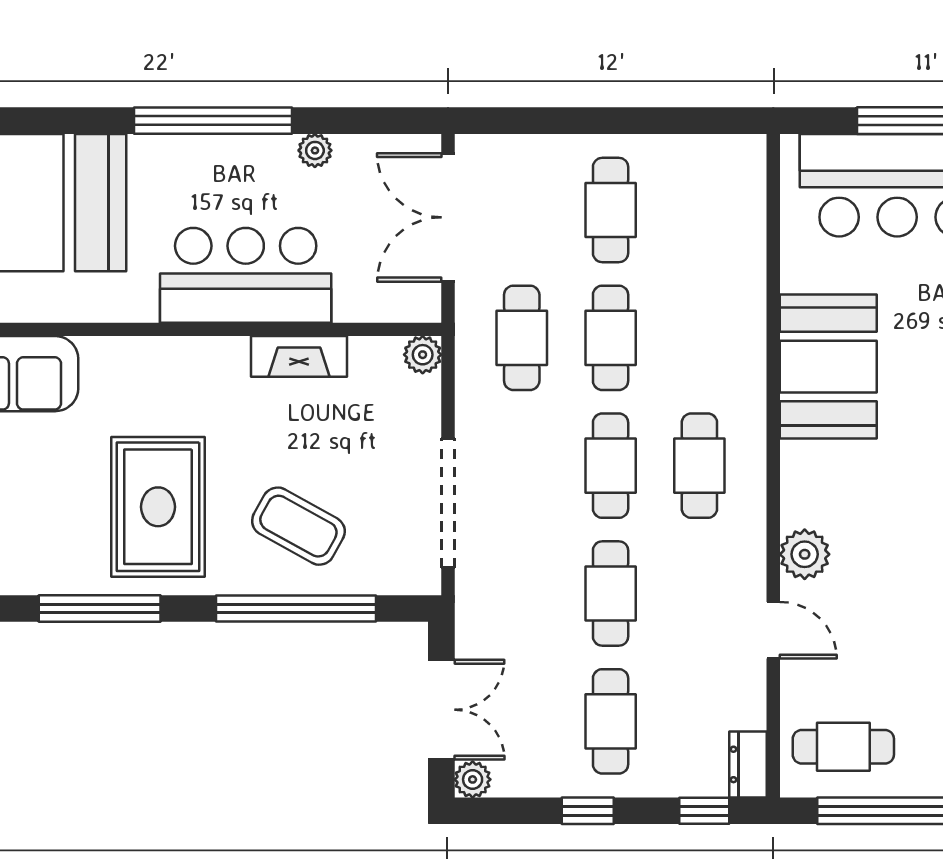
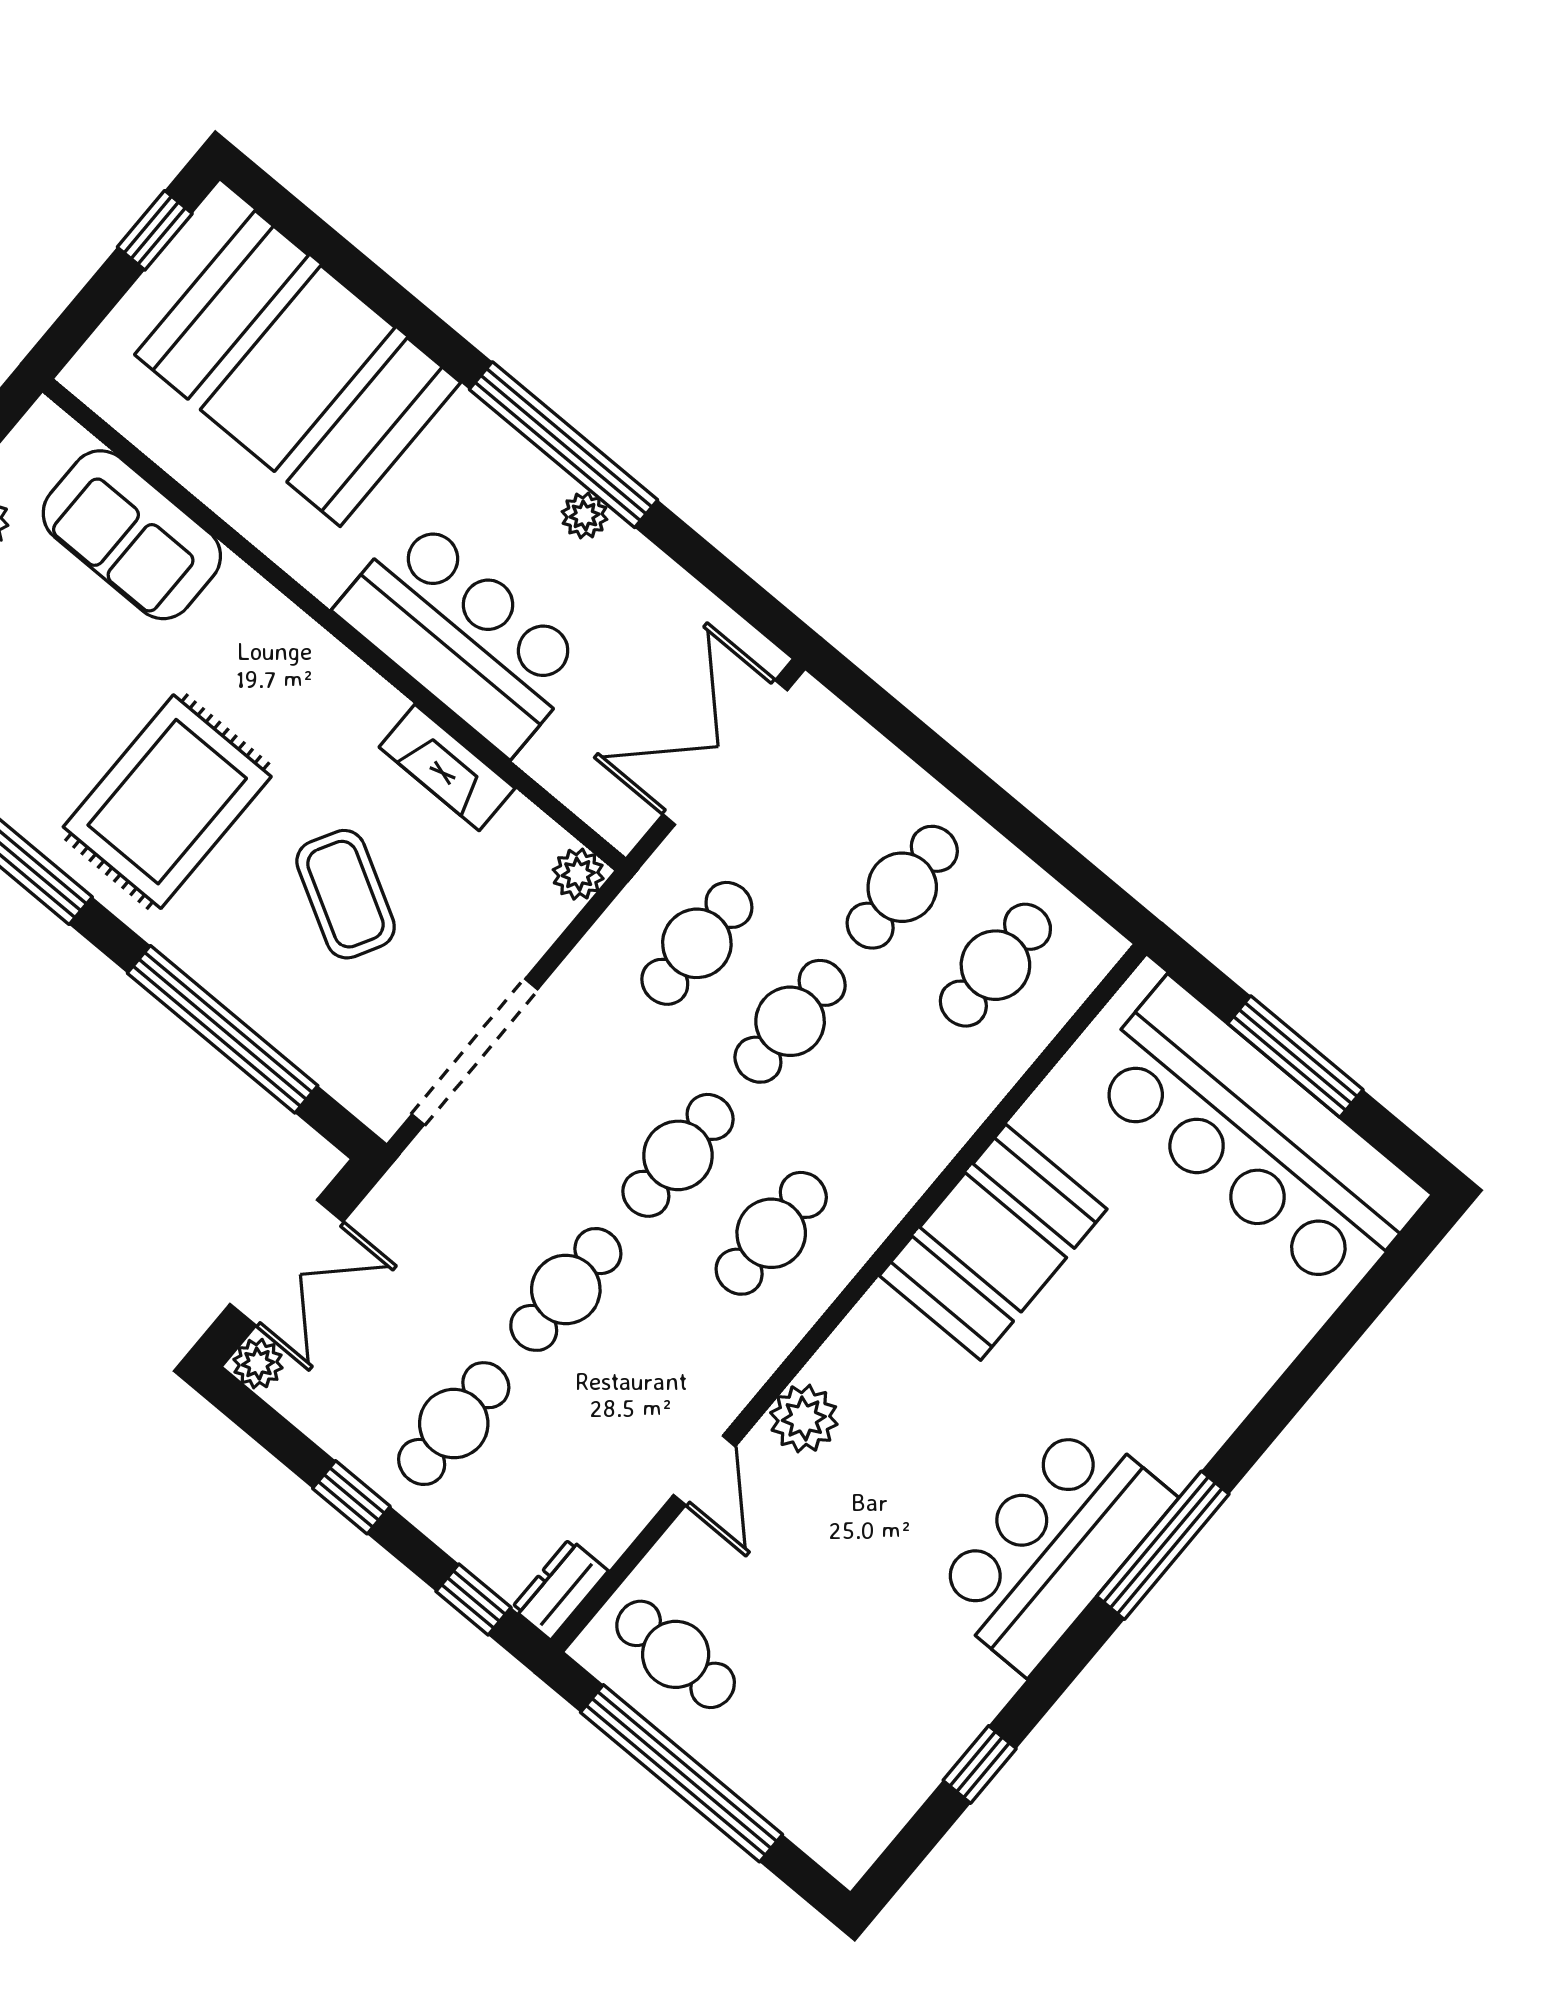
plant: (315, 150) -> (585, 515), moved
cafe table: (699, 210) -> (995, 965), added
coffee table: (298, 526) -> (346, 894), moved

